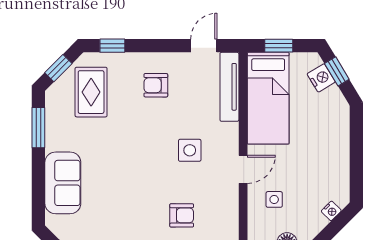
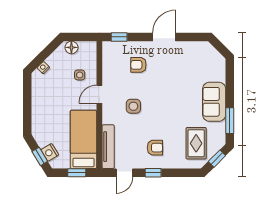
window: (112, 46) -> (153, 173), moved
sofa: (63, 183) -> (214, 102), moved

